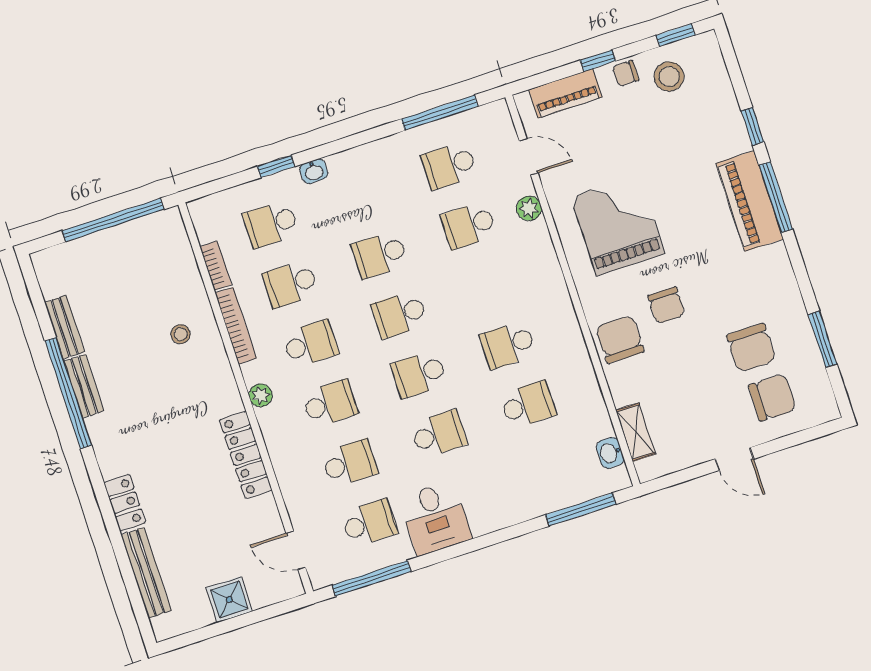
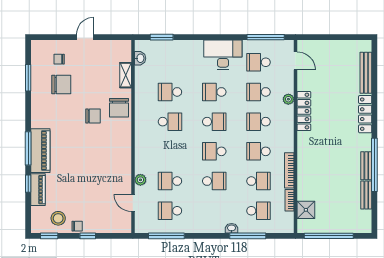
piano: (565, 93) -> (38, 190), moved, turned 90
window: (276, 166) -> (248, 236), width x2.17
school desk: (449, 166) -> (170, 211), turned 180
school desk: (469, 225) -> (170, 181), turned 180
grand piano: (618, 225) -> (103, 159), removed
chair: (666, 305) -> (93, 116), turned 90
school desk: (399, 314) -> (214, 151), turned 180
stool: (181, 334) -> (315, 175), removed
chair: (751, 348) -> (61, 85), turned 90
plant: (261, 395) -> (288, 99), moved
chair: (772, 397) -> (59, 59), width x0.54, depth x0.54
shelving: (636, 432) -> (126, 75), moved
door: (734, 459) -> (85, 37), hinge flipped
locker: (125, 503) -> (365, 114), width x1.53
window: (581, 510) -> (162, 37), width x0.69
desk: (435, 518) -> (223, 55), width x1.37
shower: (229, 600) -> (306, 210), moved

